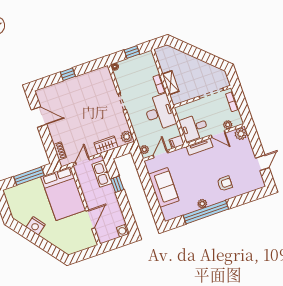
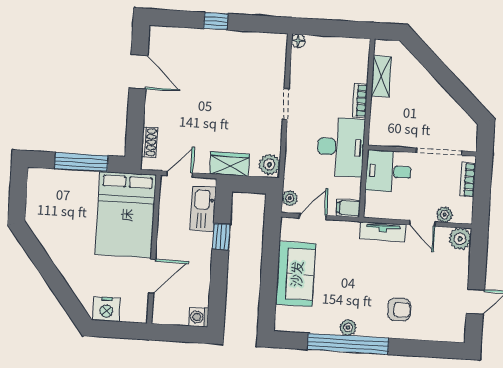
window: (132, 52) -> (337, 28), removed
shelving: (171, 83) -> (381, 76), moved
desk: (194, 127) -> (389, 171), moved
nightstand: (36, 226) -> (106, 309), moved, turned -52

